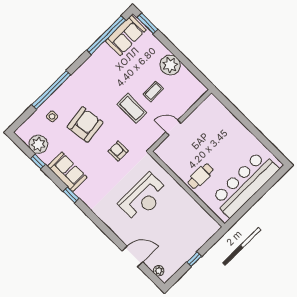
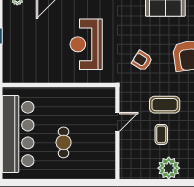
armchair: (118, 151) -> (142, 61), turned -148
cafe table: (200, 176) -> (64, 142), moved

